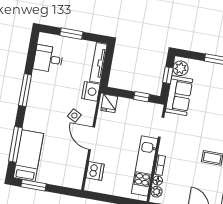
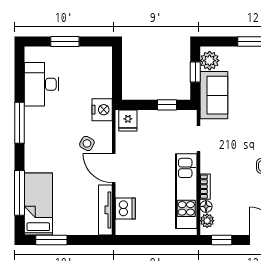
desk: (48, 59) -> (42, 84), width x1.37
tv unit: (98, 63) -> (105, 210), moved

